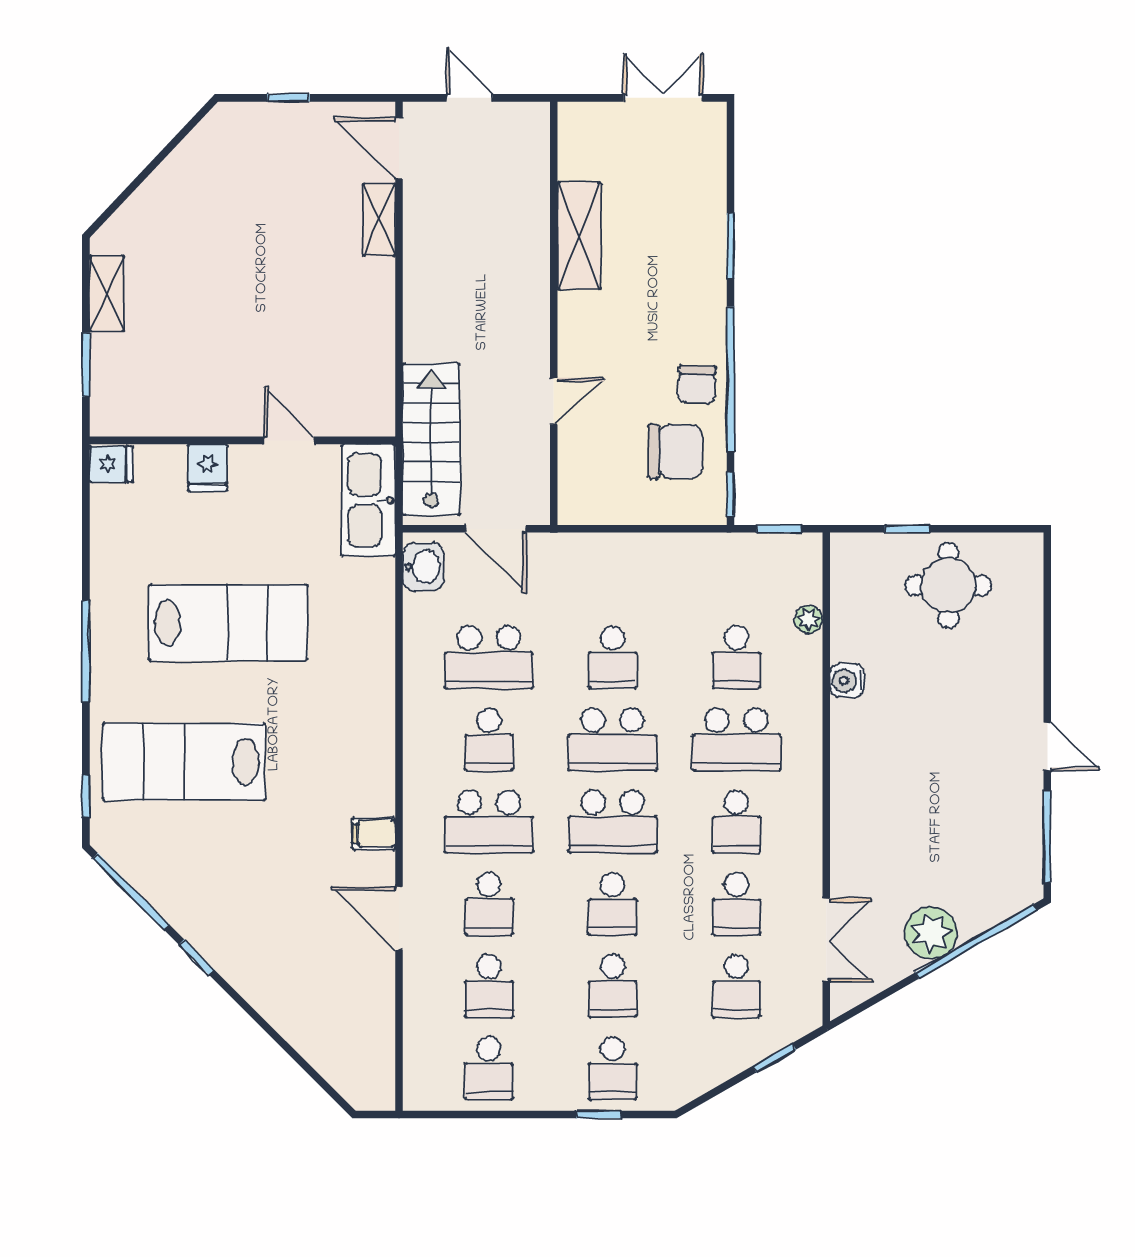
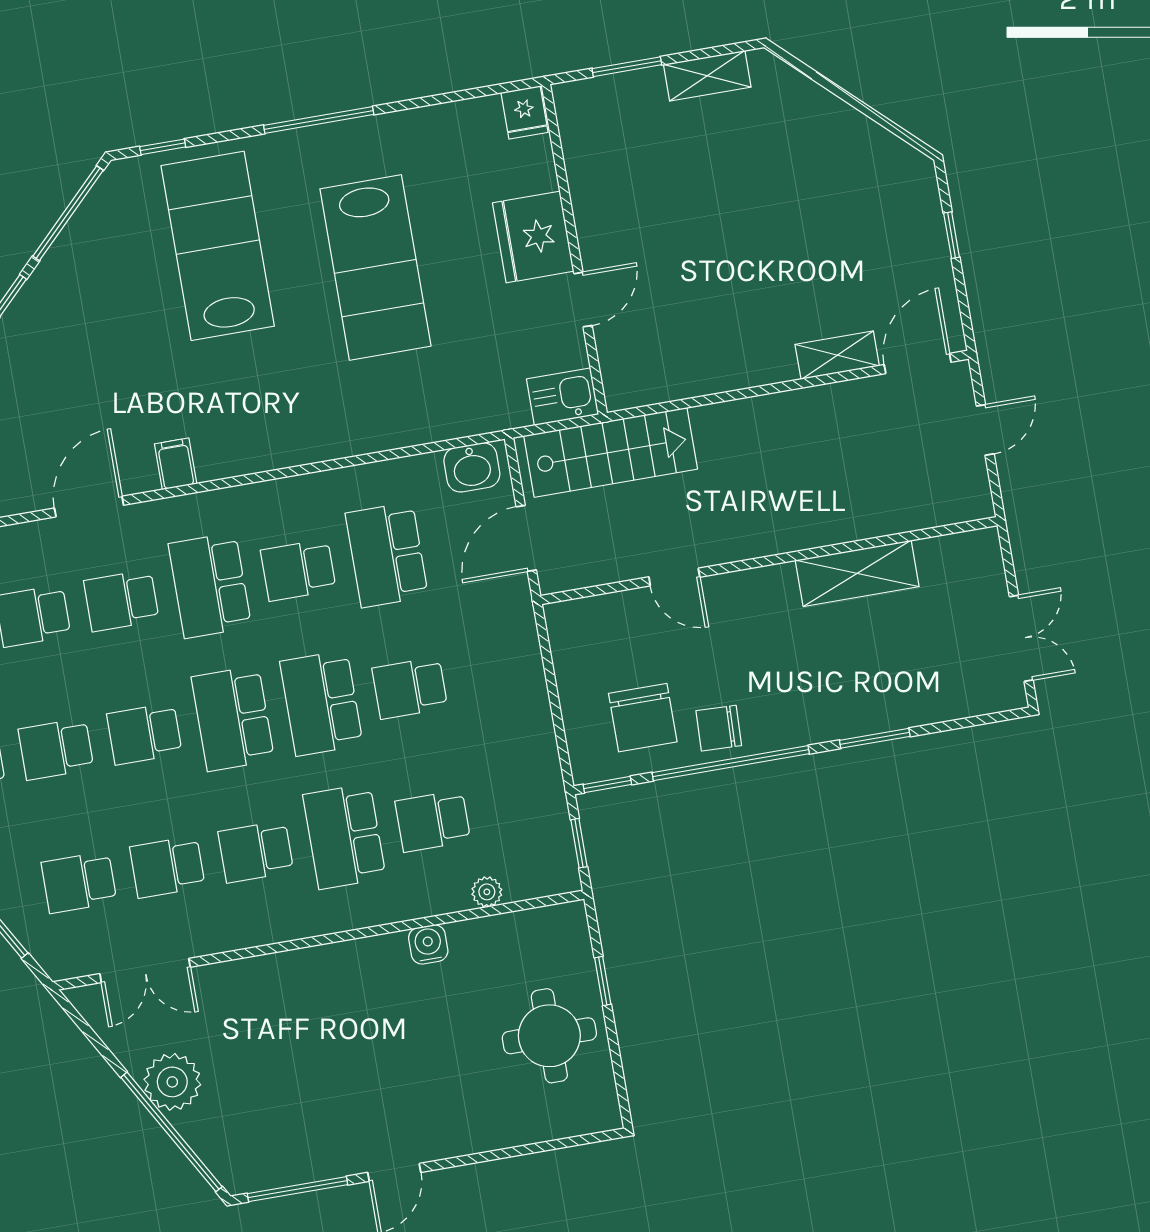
fridge: (208, 468) -> (533, 237), width x1.88, depth x1.34
kitchen sink: (368, 500) -> (563, 397), width x0.53, depth x0.81

